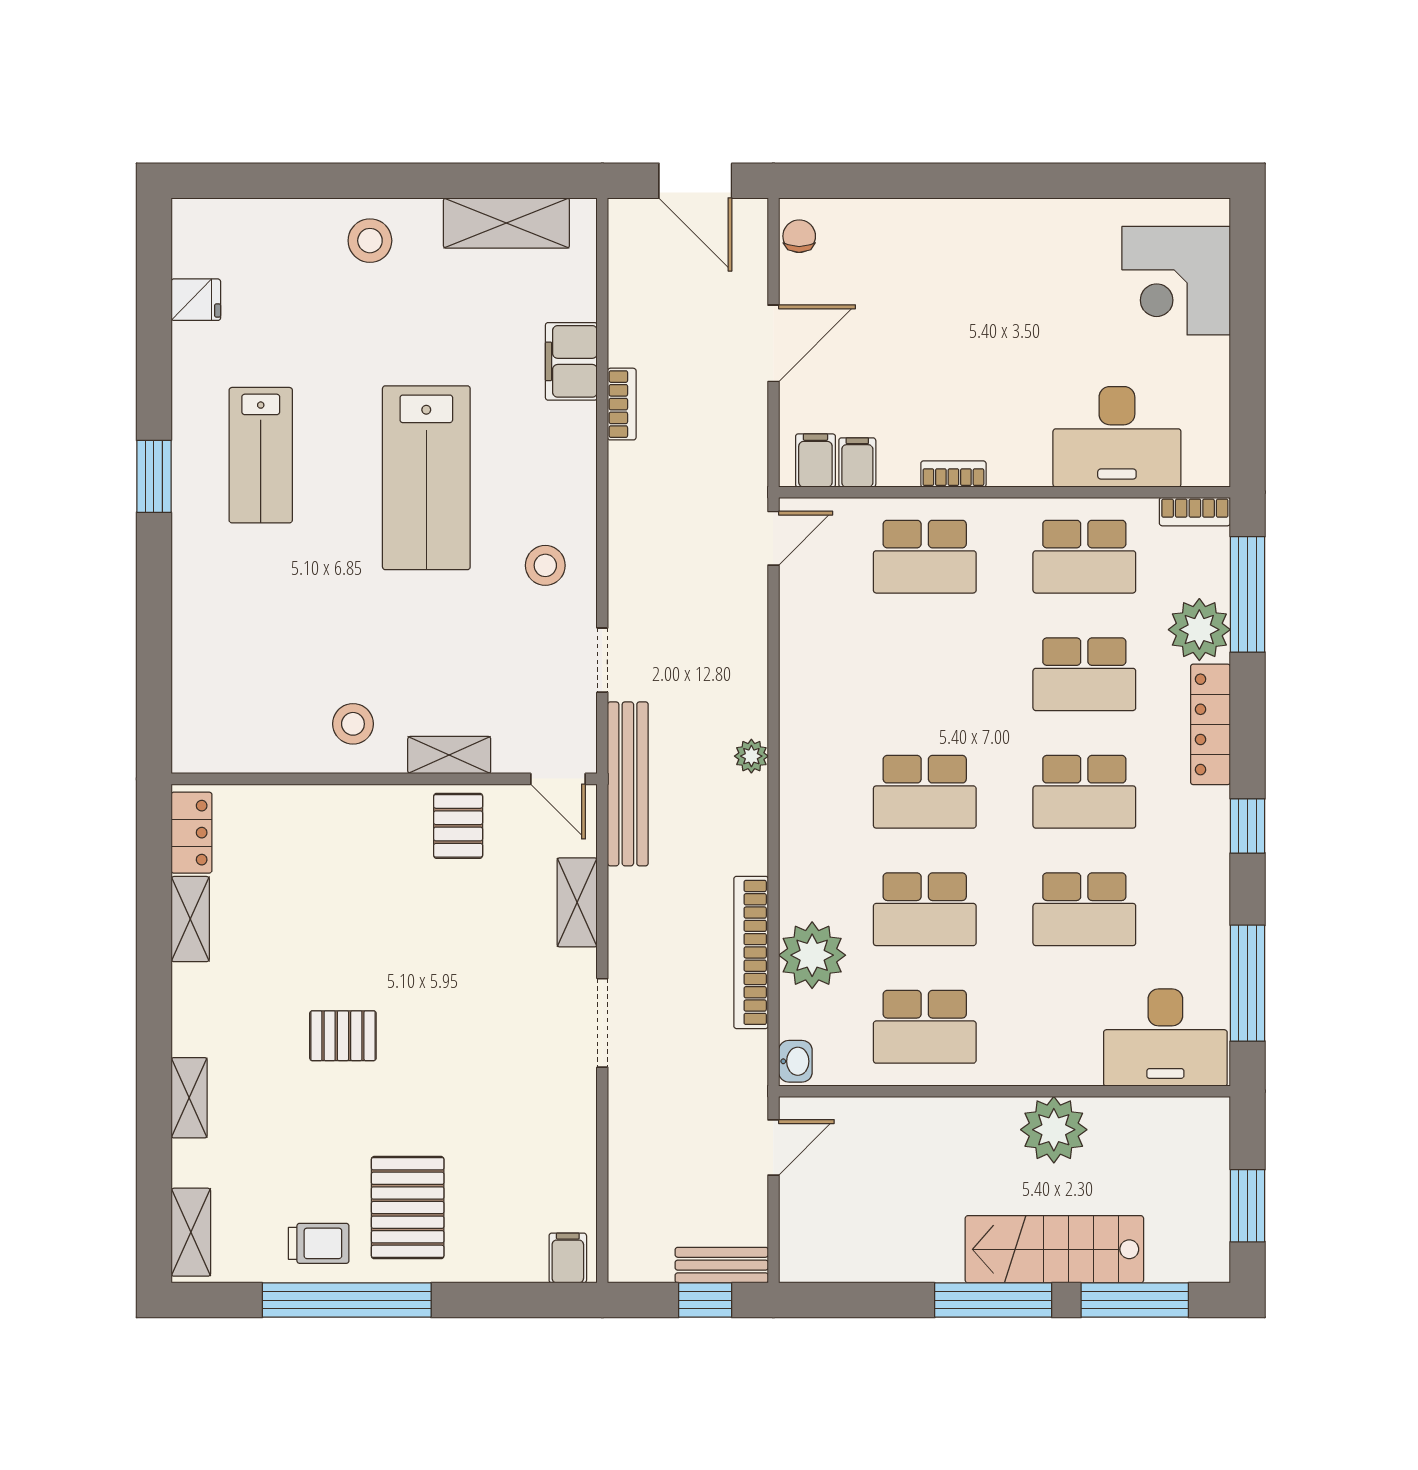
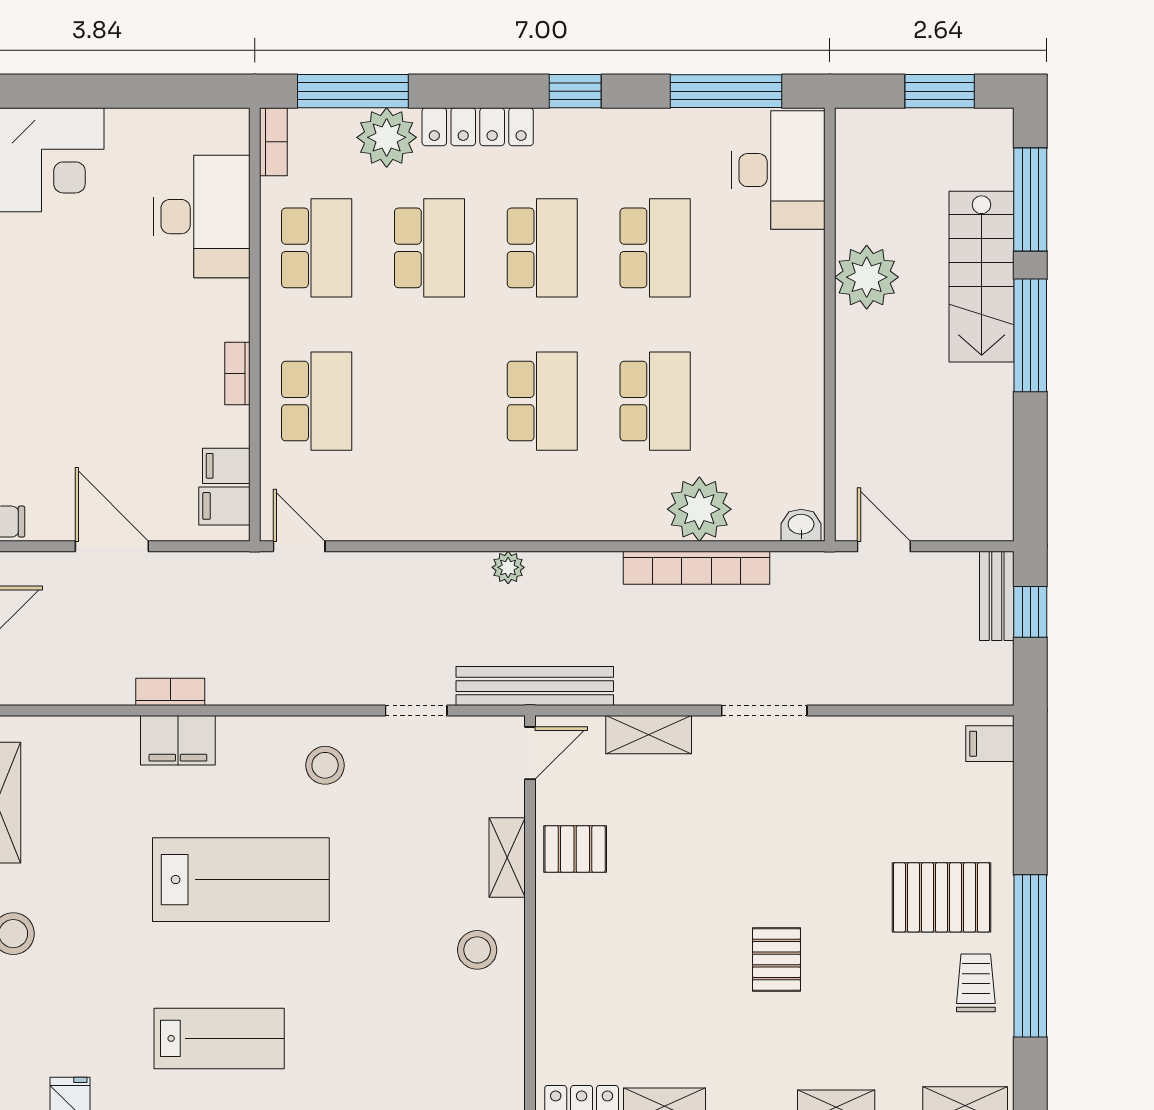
filing cabinet: (571, 361) -> (178, 740), moved
school desk: (925, 1027) -> (768, 401), removed

